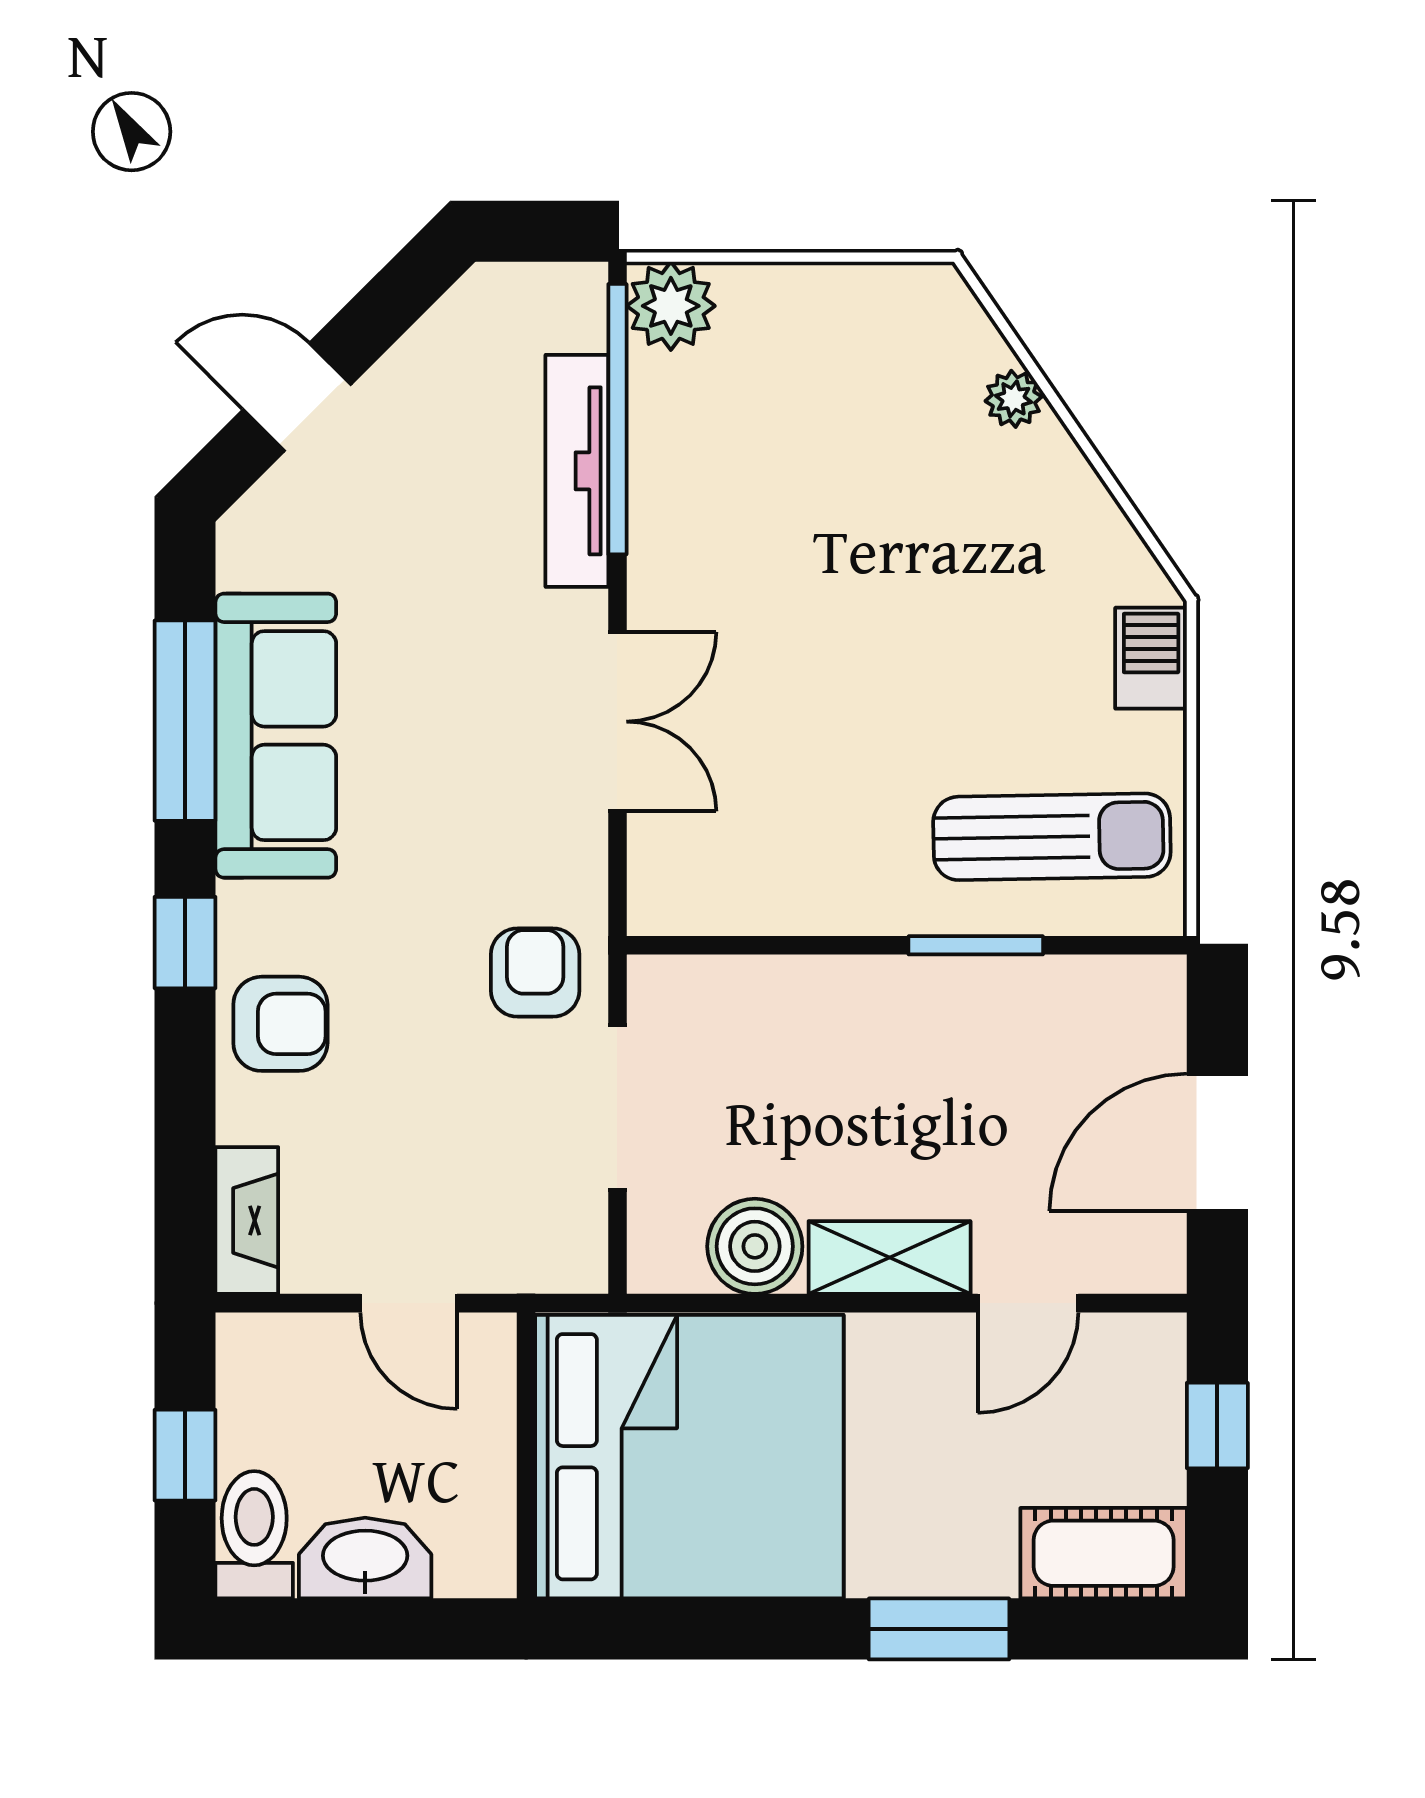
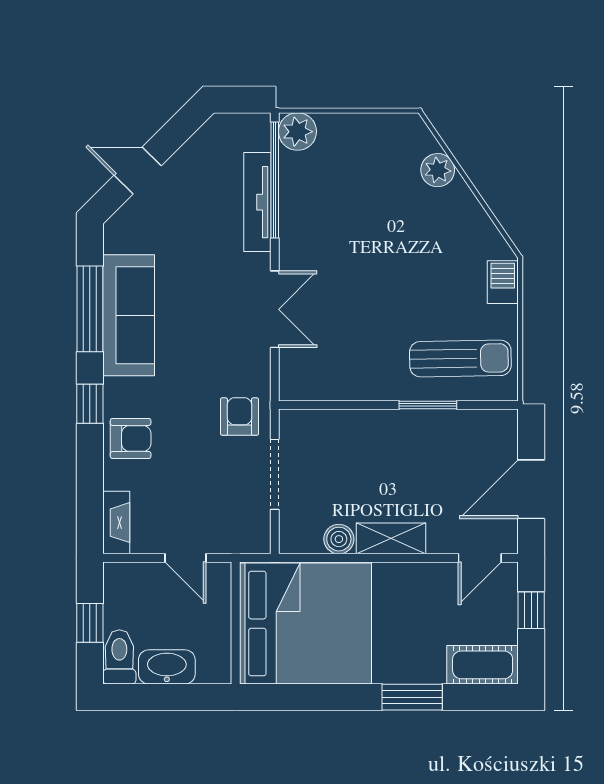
plant: (1013, 399) -> (438, 170), width x1.38, depth x1.38
boiler: (755, 1246) -> (339, 539), width x0.73, depth x0.73
door: (1028, 1303) -> (480, 558), moved

